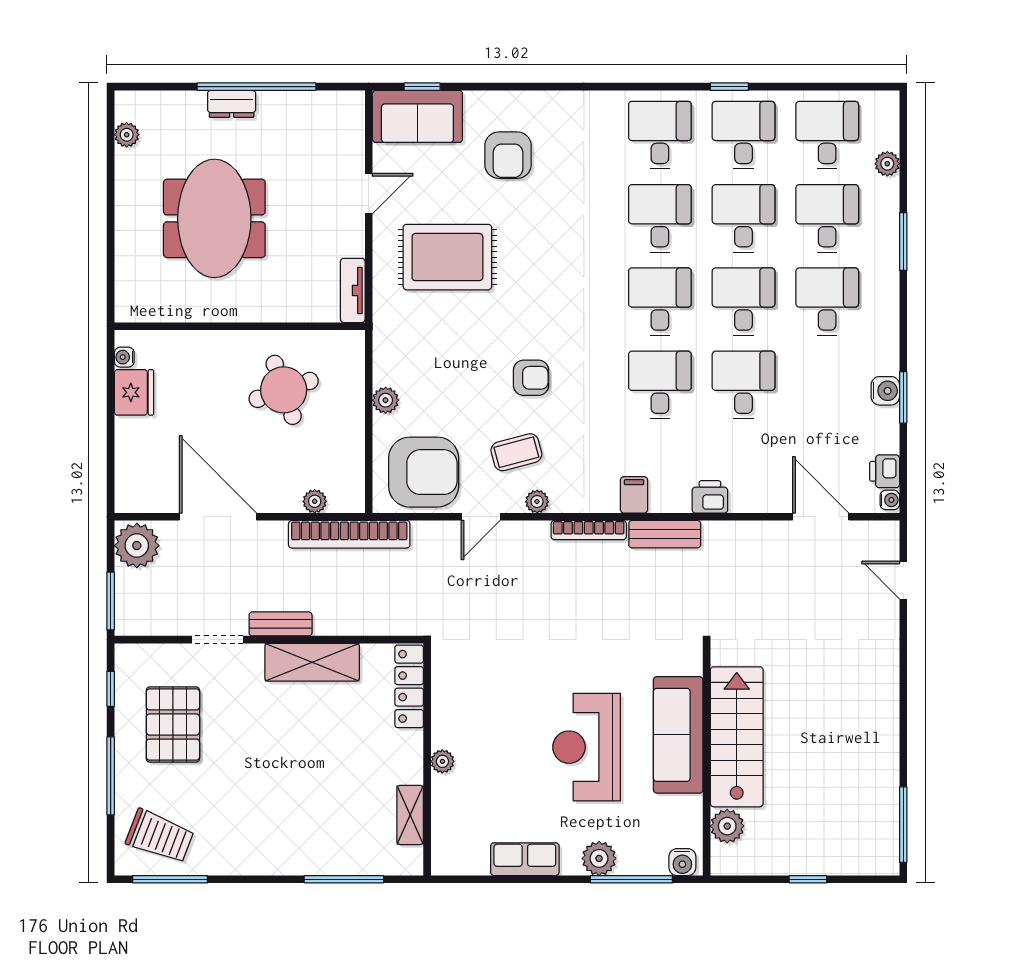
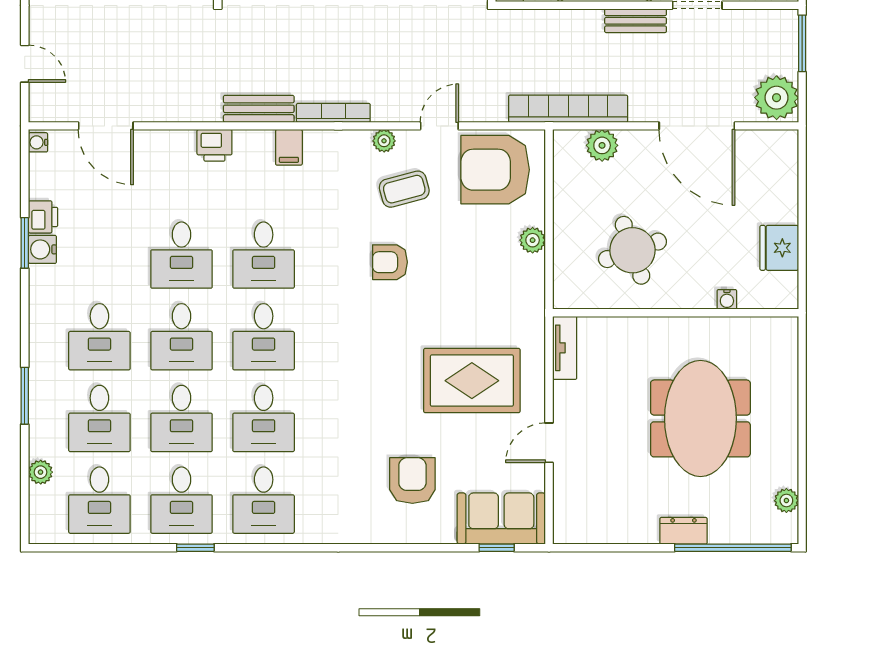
window: (256, 87) -> (733, 548), moved
water cooler: (124, 357) -> (727, 299), moved, turned 90
printer: (885, 471) -> (43, 217), moved
plant: (315, 501) -> (602, 145), width x1.38, depth x1.38

